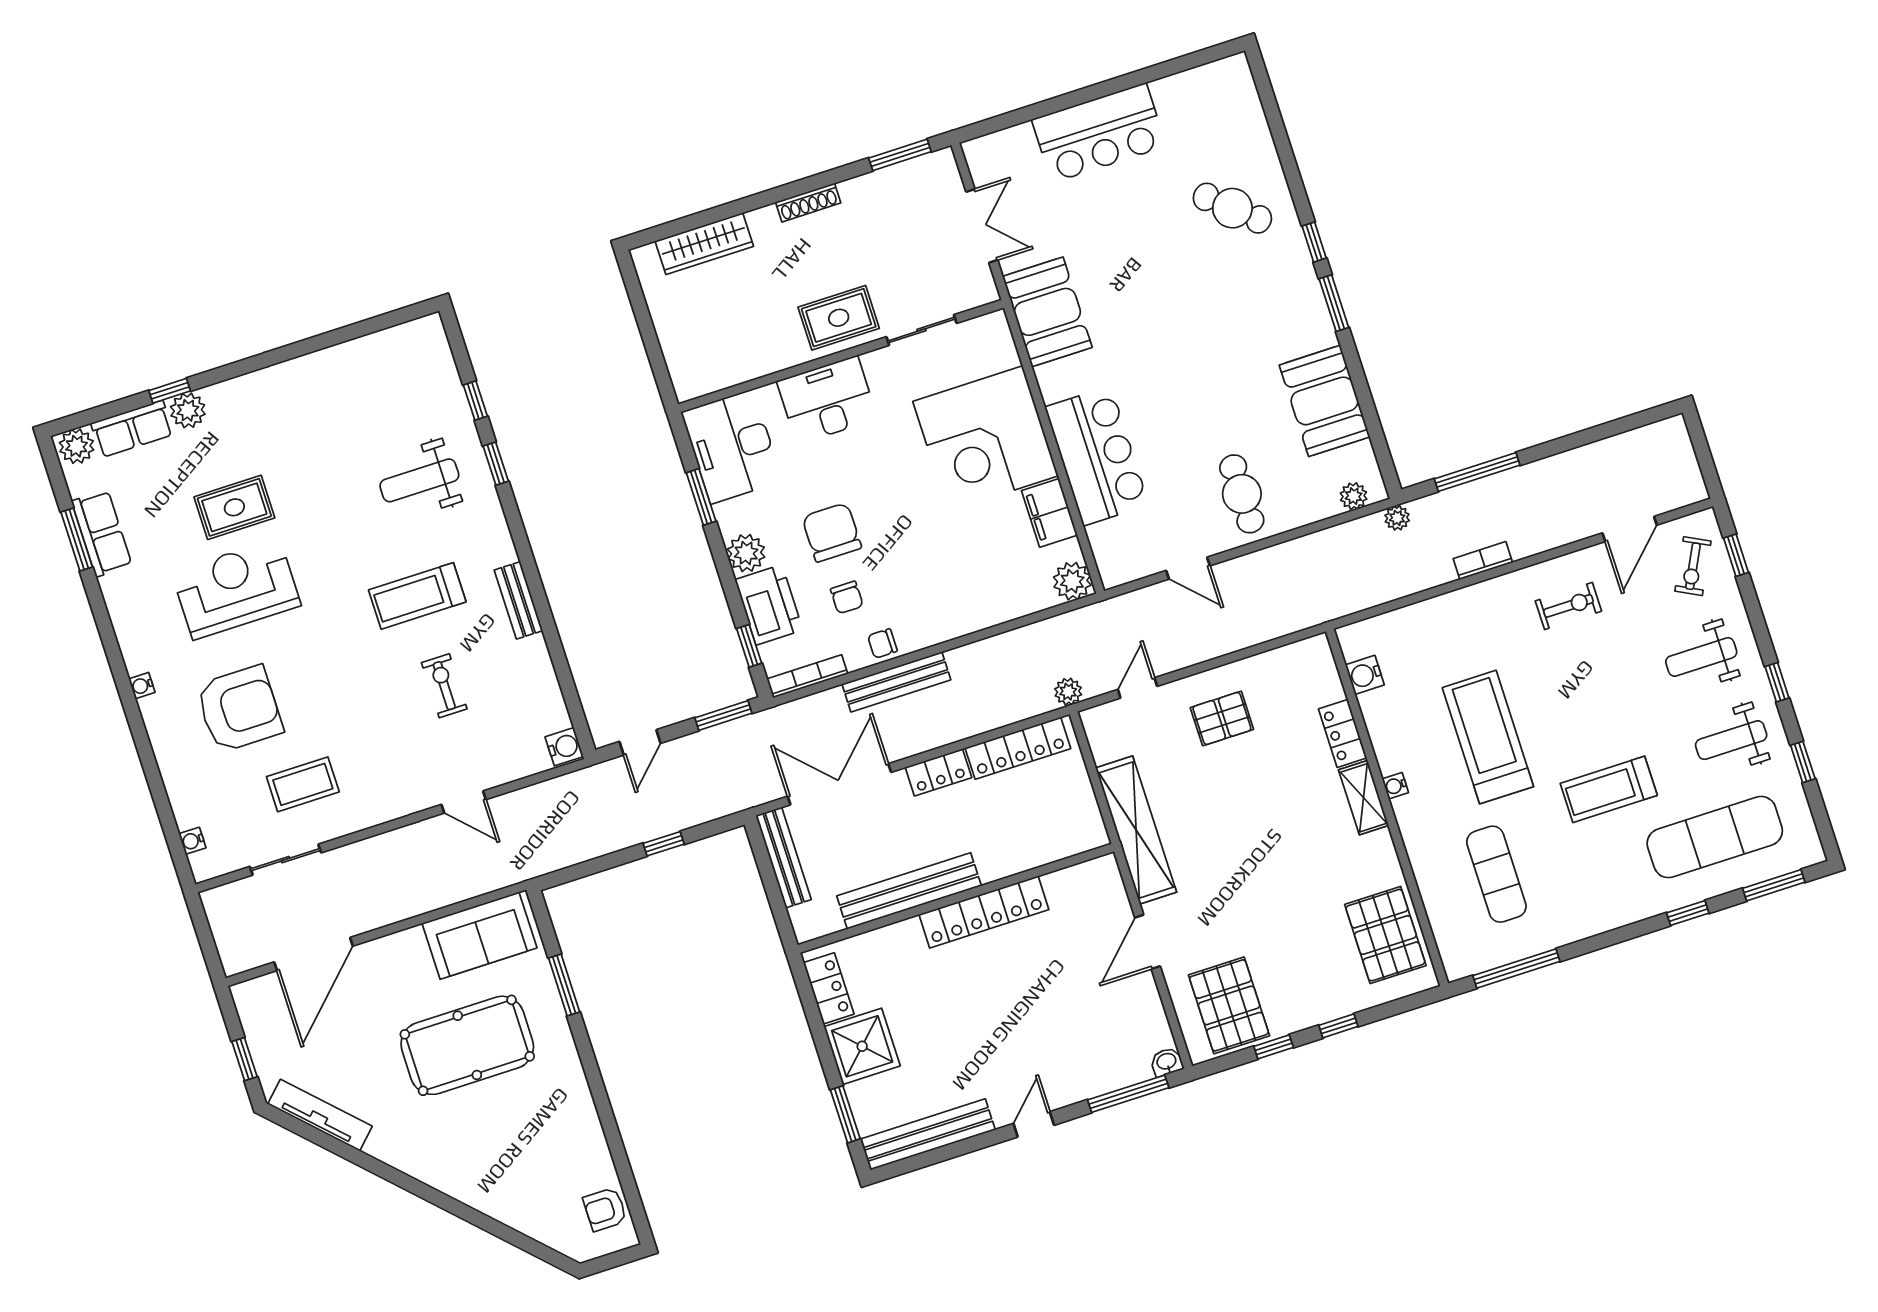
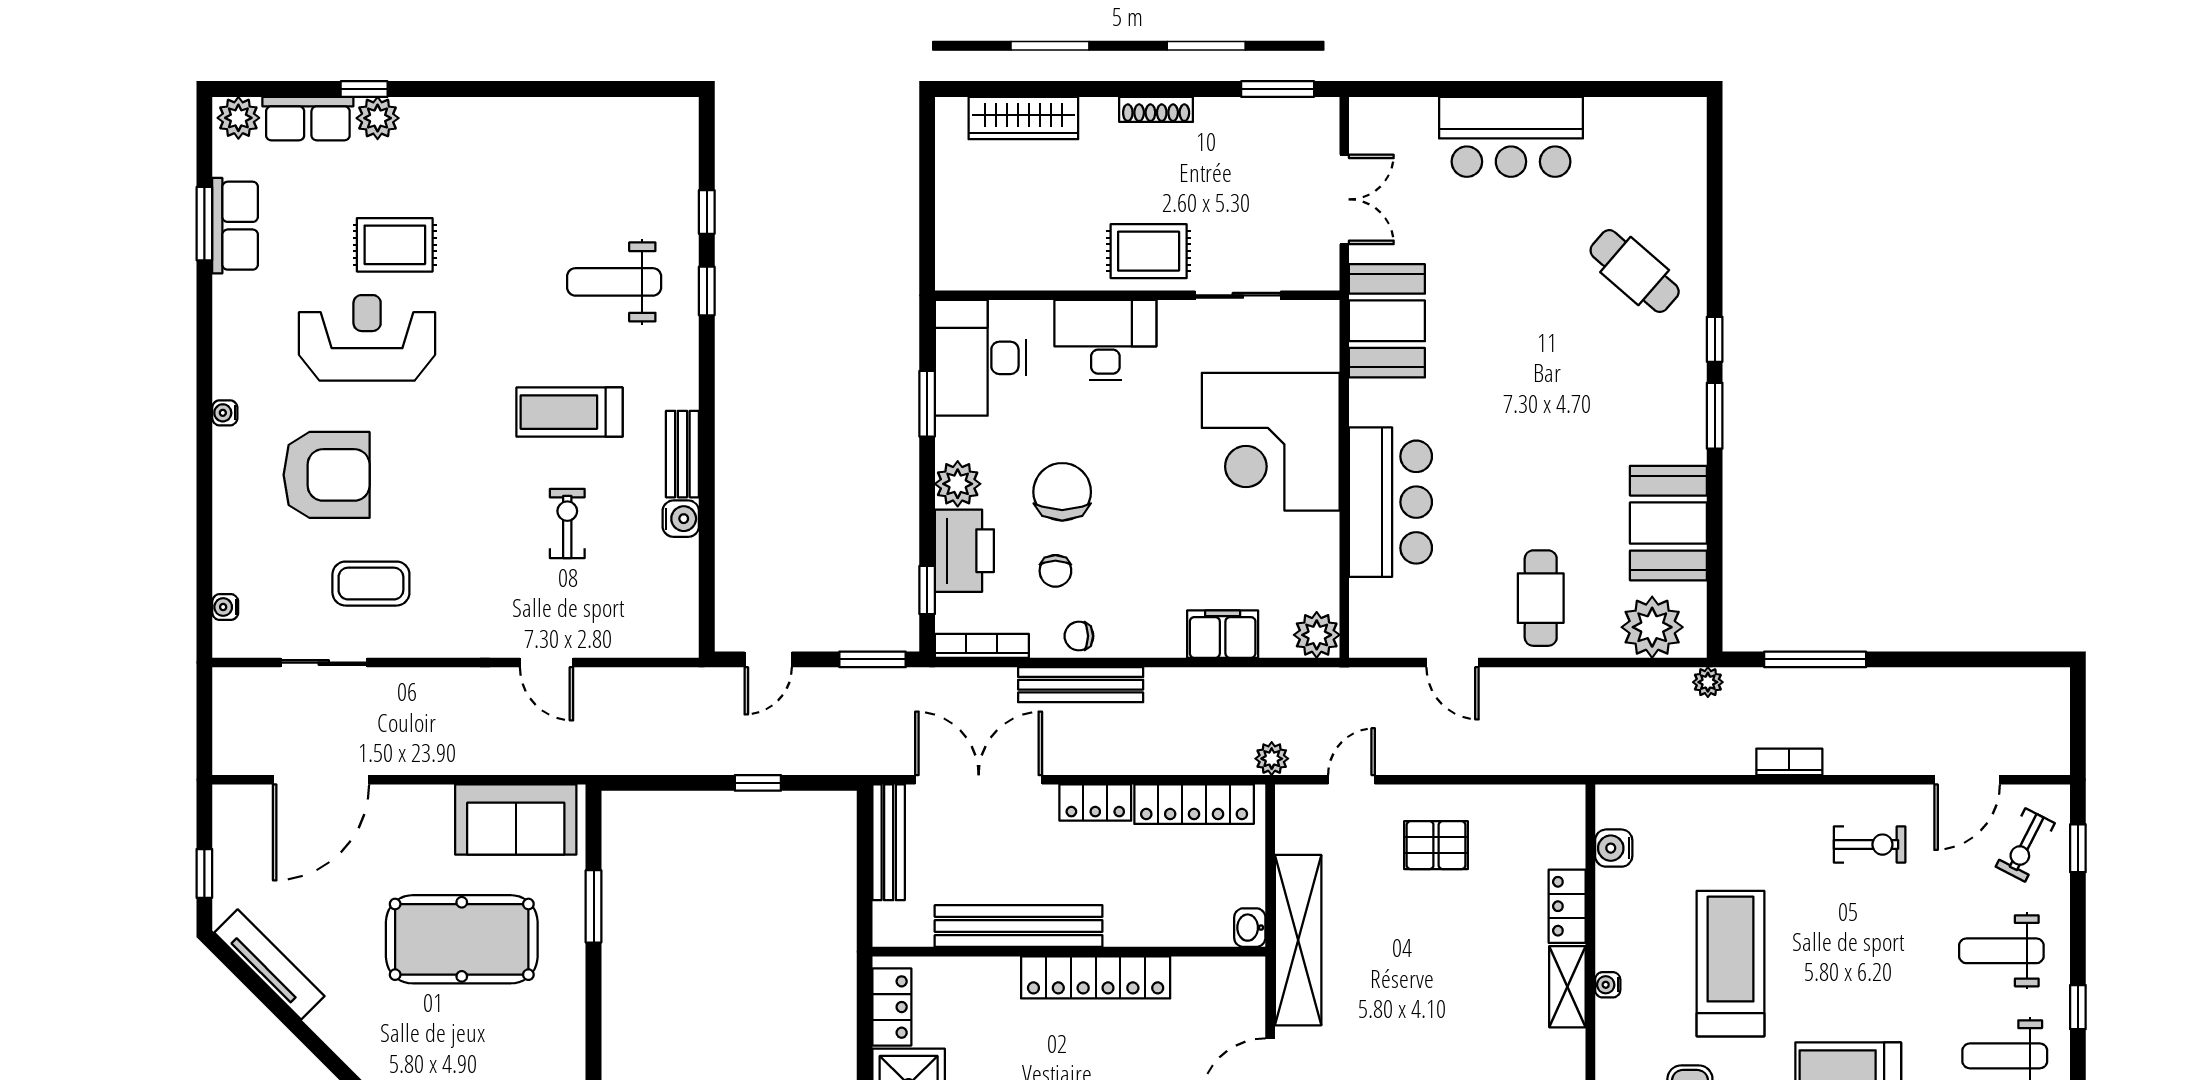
plant: (1354, 496) -> (1652, 627), width x1.87, depth x1.87
filing cabinet: (1050, 513) -> (1223, 634), moved, turned 90
water cooler: (564, 747) -> (681, 519), moved
washbasin: (1094, 832) -> (1250, 928), added

